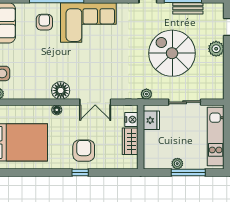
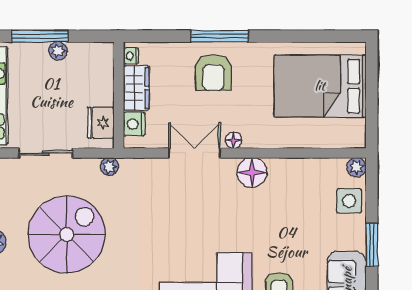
spiral stairs: (172, 53) -> (67, 234), turned -90
floor lamp: (57, 110) -> (234, 140), moved
nightstand: (133, 161) -> (131, 56), added
window: (80, 172) -> (219, 36), width x2.17

